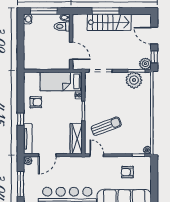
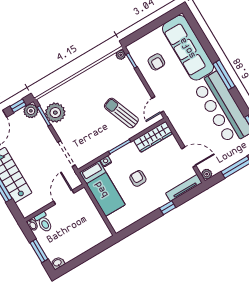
window: (44, 11) -> (39, 251), width x0.69
armchair: (36, 102) -> (138, 178), moved

